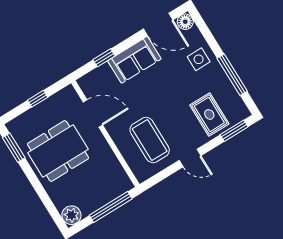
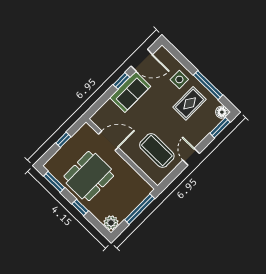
floor lamp: (185, 22) -> (222, 112), moved
window: (104, 58) -> (121, 81), moved
rug: (209, 114) -> (190, 103), moved, turned 90
door: (190, 158) -> (191, 157), swing flipped
window: (38, 187) -> (80, 207), added

